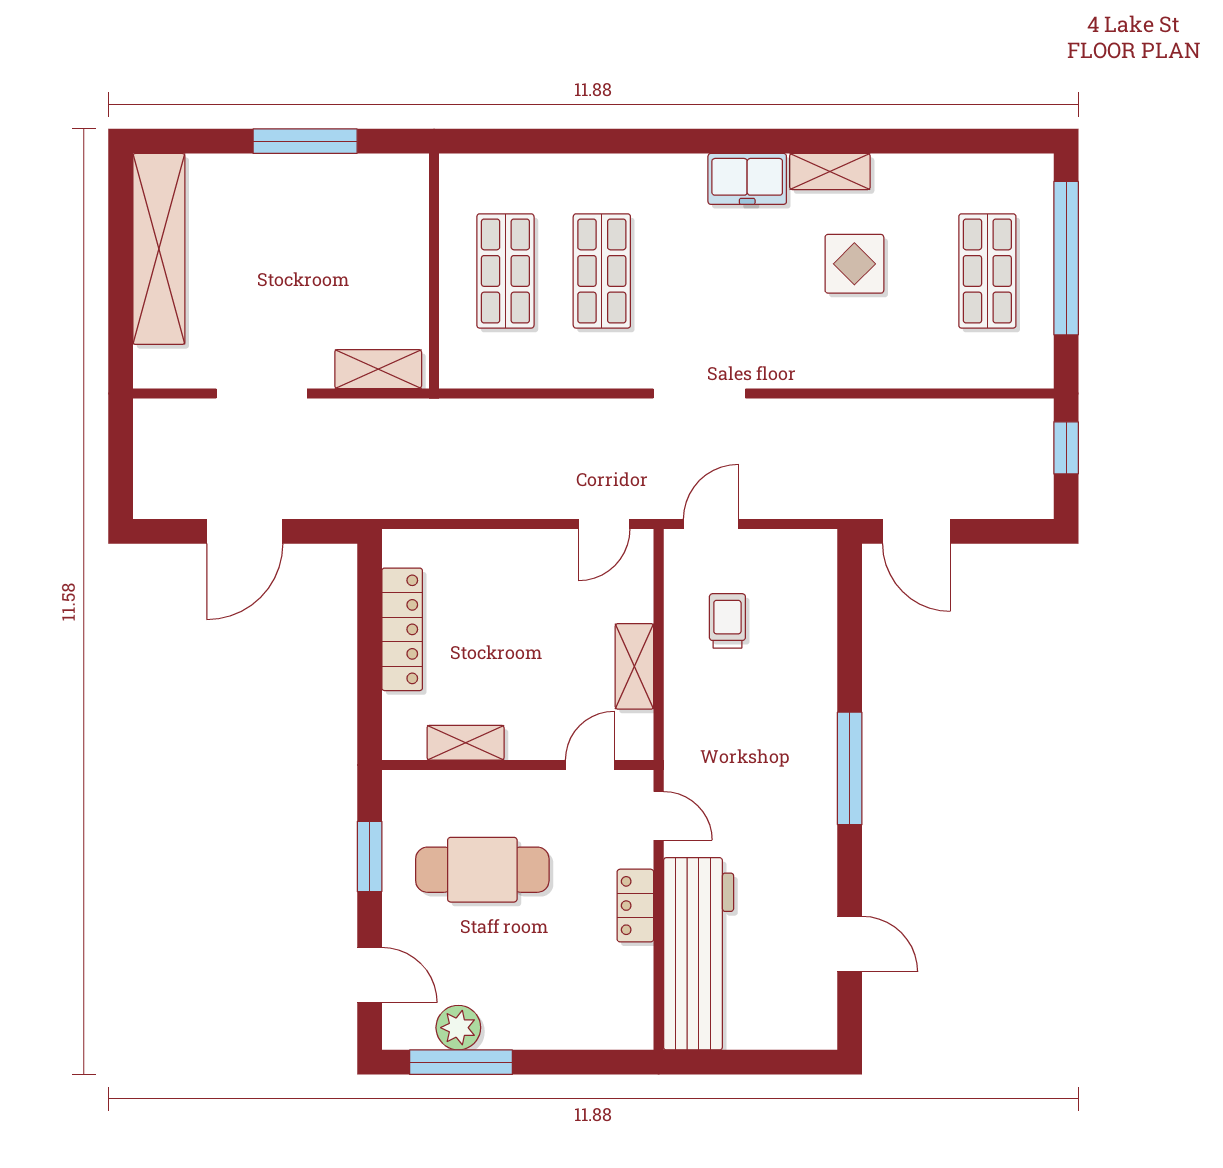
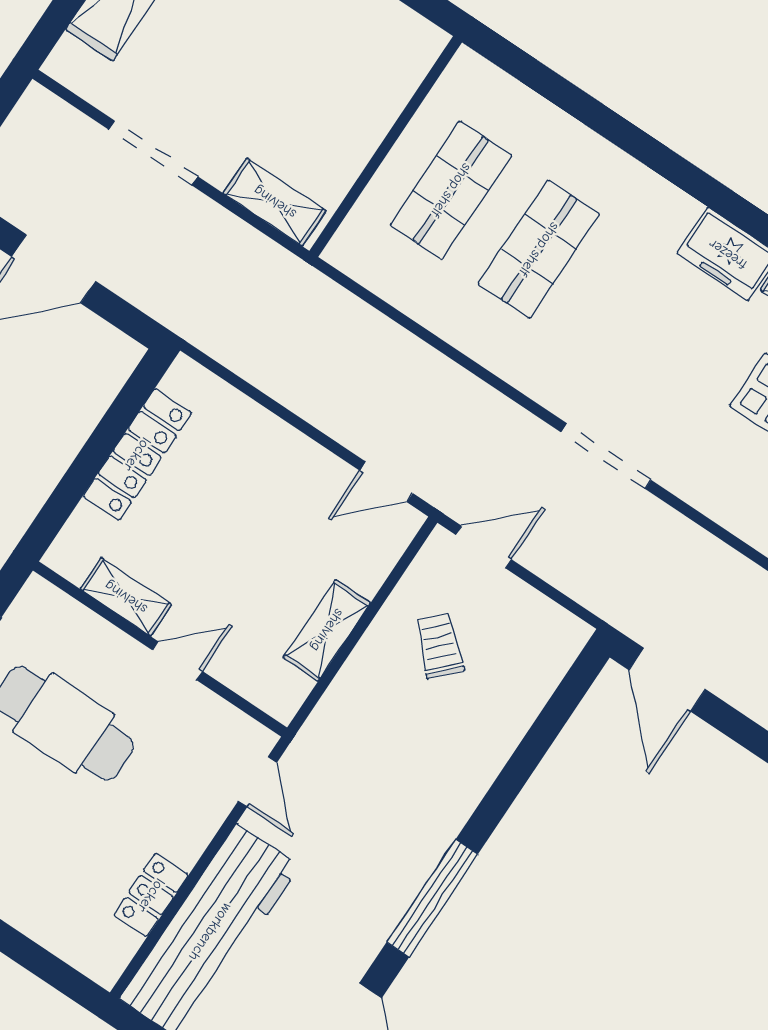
doorway: (699, 393) -> (606, 456), moved
trolley: (727, 621) -> (440, 646), turned -46
door: (590, 765) -> (177, 661), moved
window: (850, 768) -> (432, 898), moved
locker: (635, 906) -> (151, 895), moved

